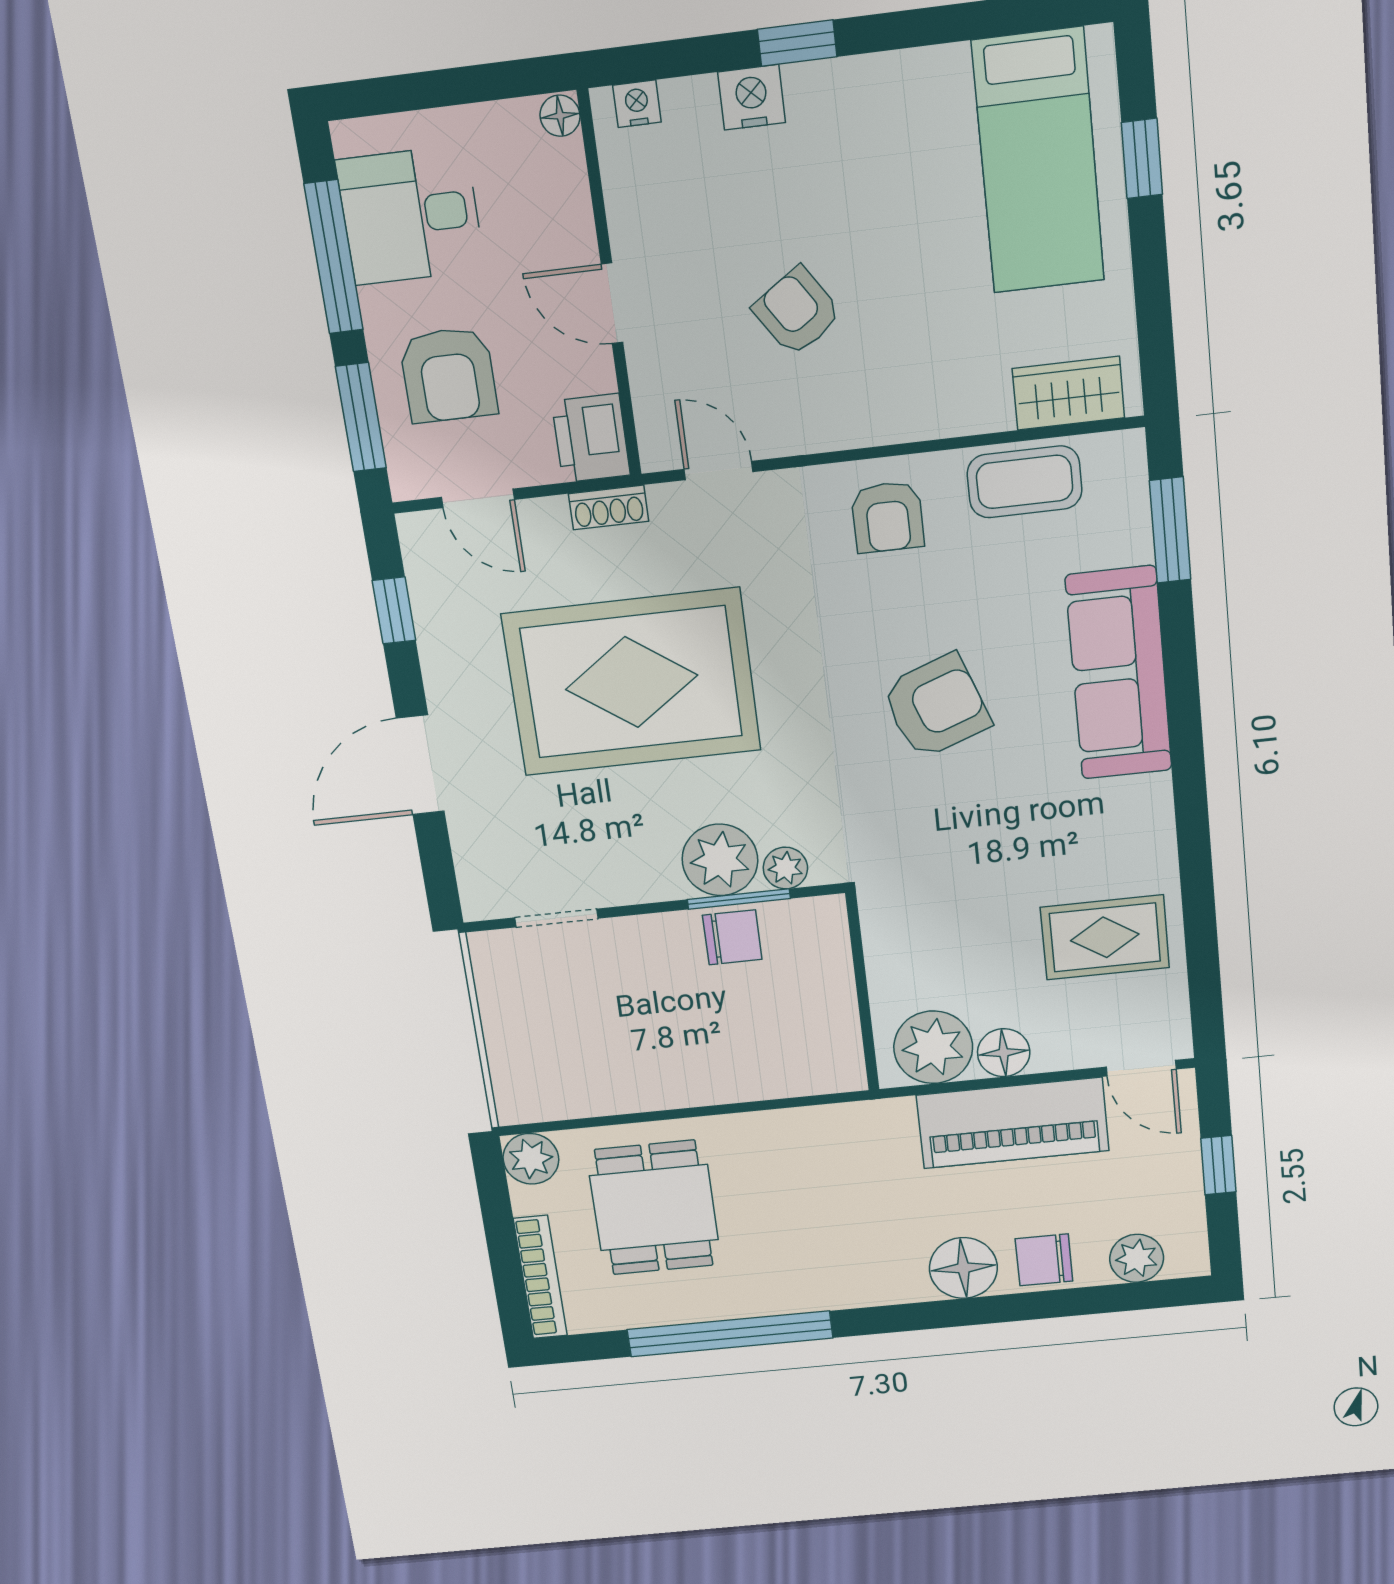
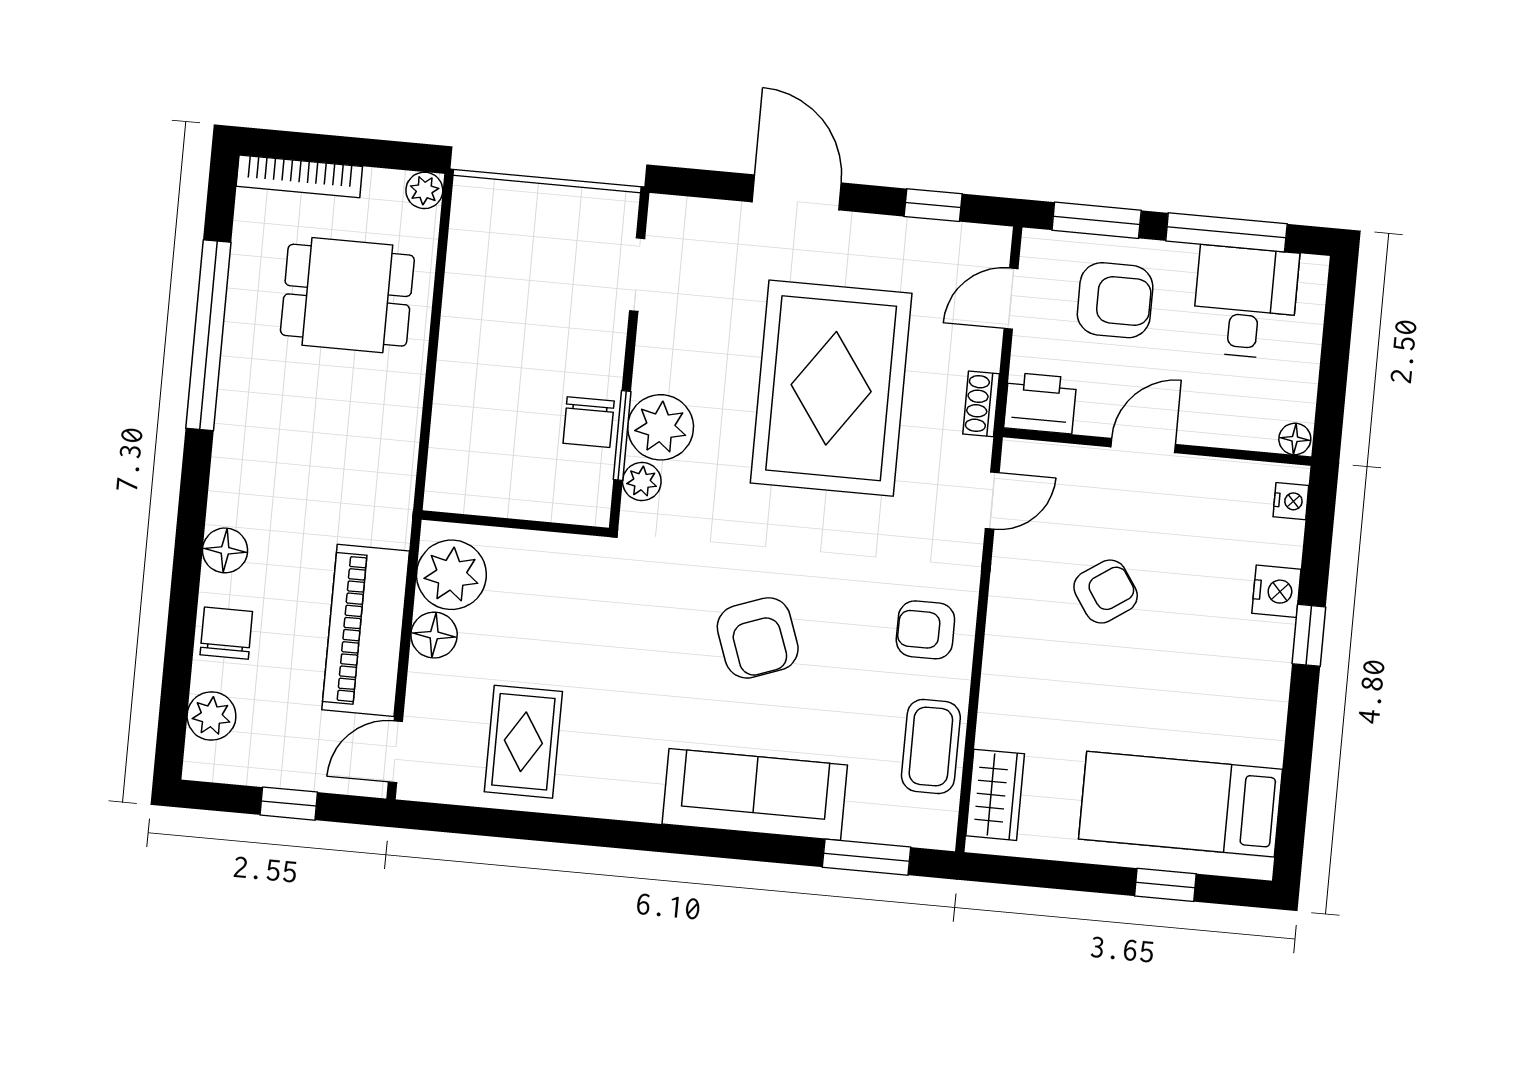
armchair: (448, 375) -> (1115, 300), turned 180
plant: (531, 1159) -> (424, 190), width x0.73, depth x0.73
floor lamp: (963, 1268) -> (225, 550), width x0.73, depth x0.73

